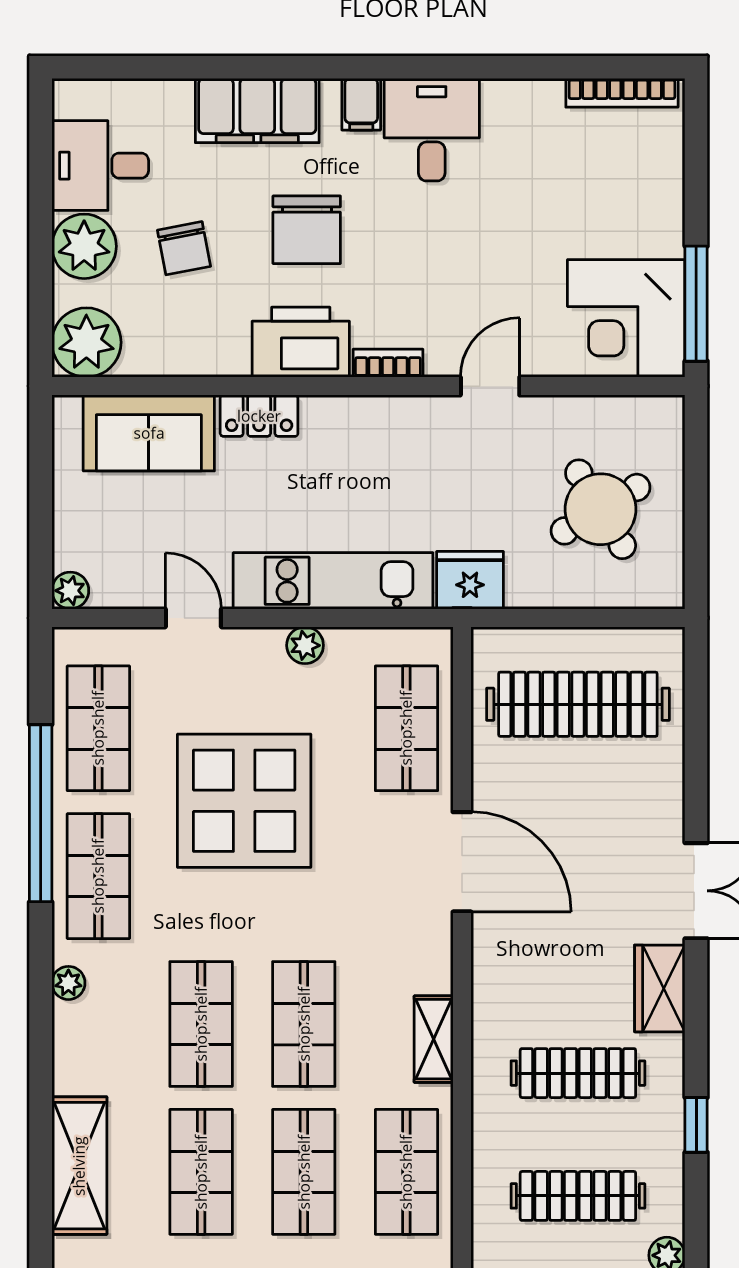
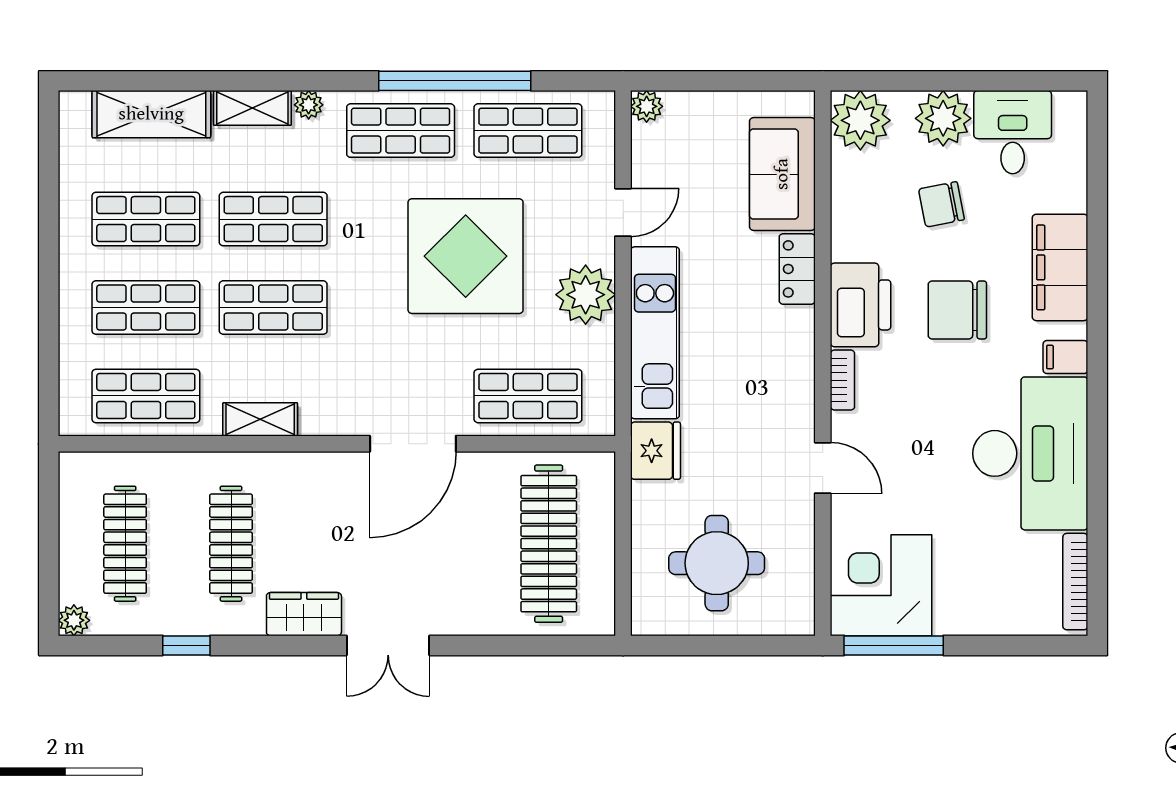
desk: (432, 130) -> (1030, 453), width x1.87, depth x1.30
round table: (601, 509) -> (717, 563), turned 31
plant: (305, 645) -> (586, 295), width x1.88, depth x1.88
shelving: (72, 1048) -> (252, 108), added

